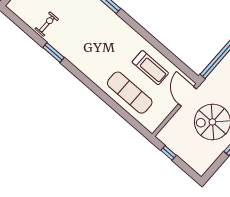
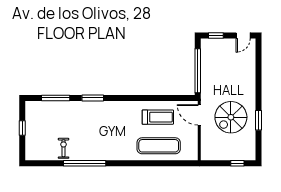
window: (54, 53) -> (85, 163), width x2.11
window: (169, 153) -> (237, 163), moved

